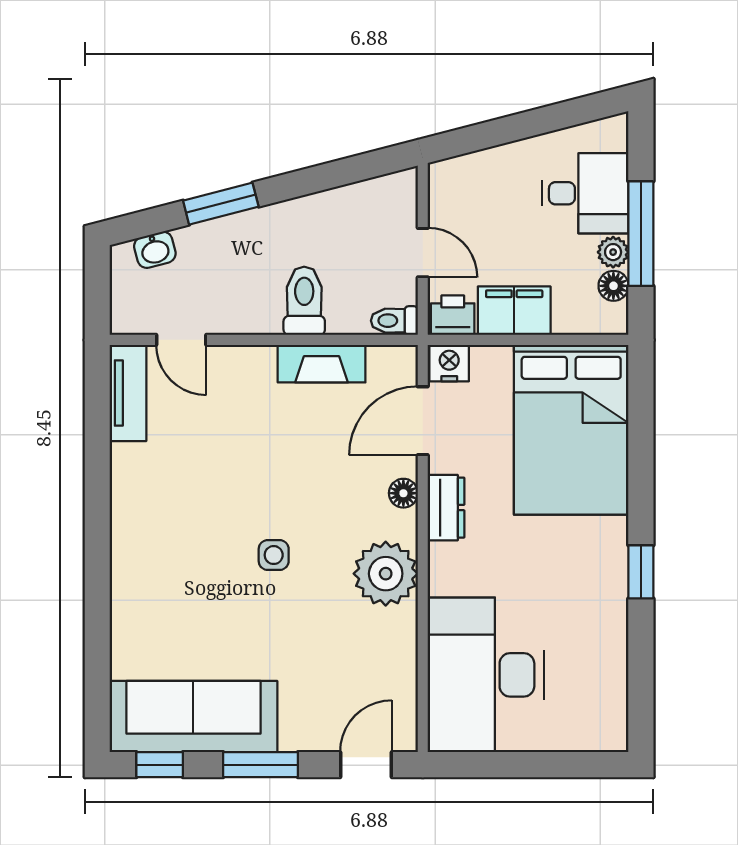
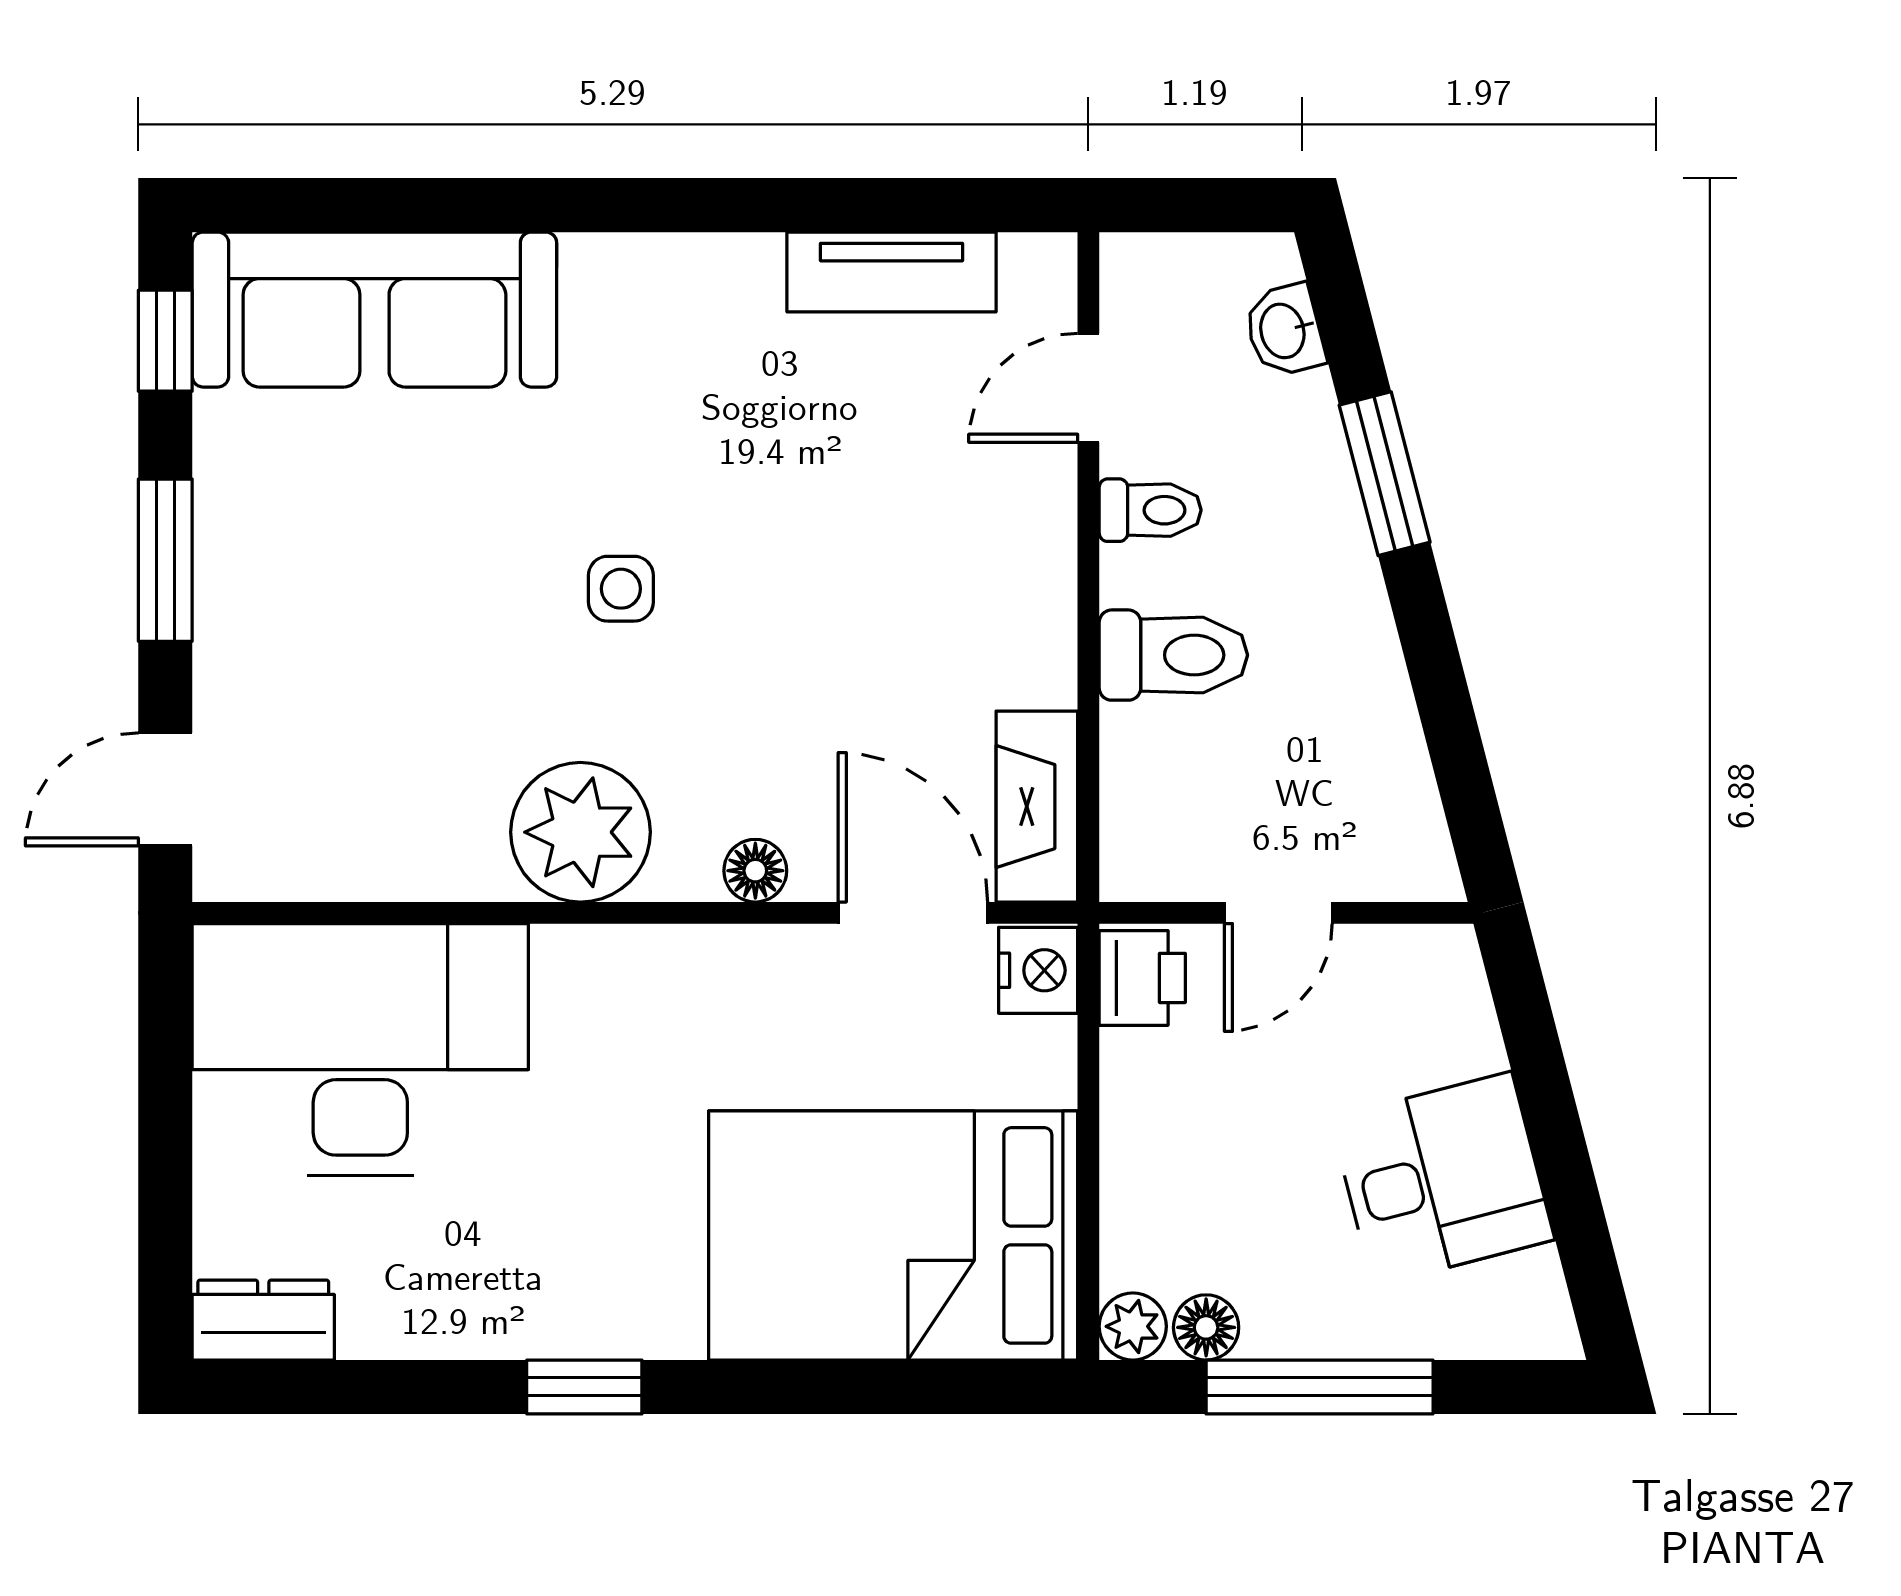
desk: (585, 193) -> (1442, 1179), moved, turned -105
plant: (613, 252) -> (1133, 1326), moved
filing cabinet: (514, 311) -> (1152, 1112), removed
toilet: (394, 321) -> (1150, 510), moved, turned 90
fireplace: (322, 364) -> (1037, 807), moved
tv unit: (128, 393) -> (891, 272), moved
dresser: (446, 508) -> (263, 1320), moved, turned 180
sofa: (193, 717) -> (374, 310), moved, turned 90
door: (366, 765) -> (165, 789), swing flipped

